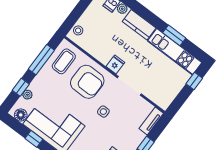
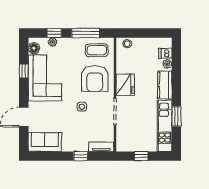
fridge: (115, 64) -> (125, 85), width x1.88, depth x1.34
window: (194, 81) -> (141, 156), moved

